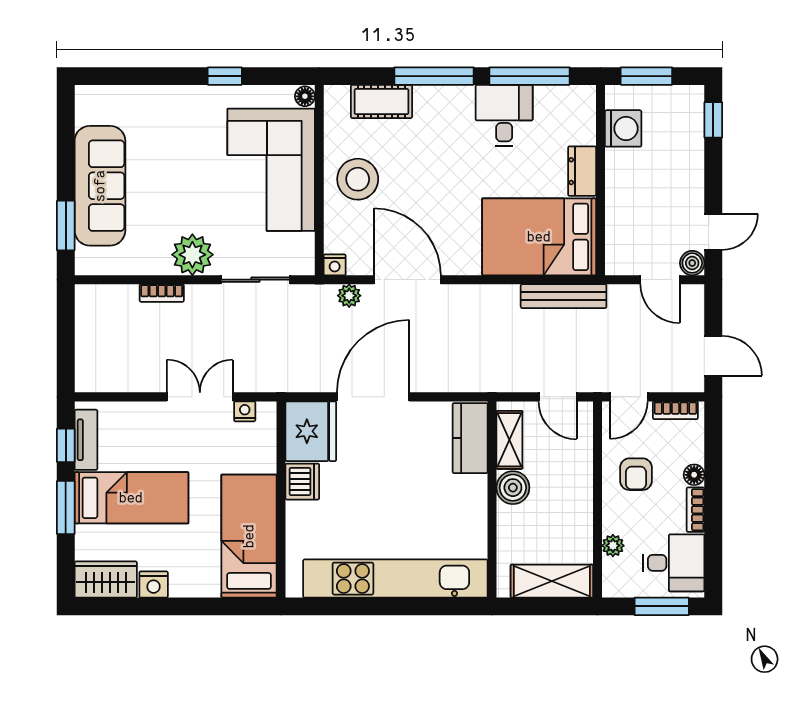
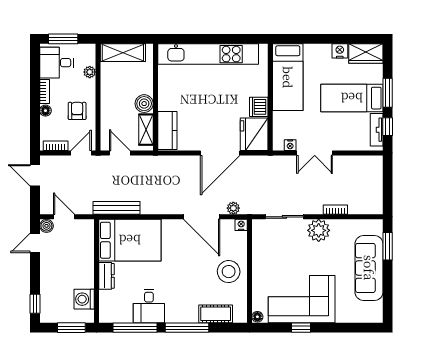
corner sofa: (271, 170) -> (302, 299), moved, turned -90

